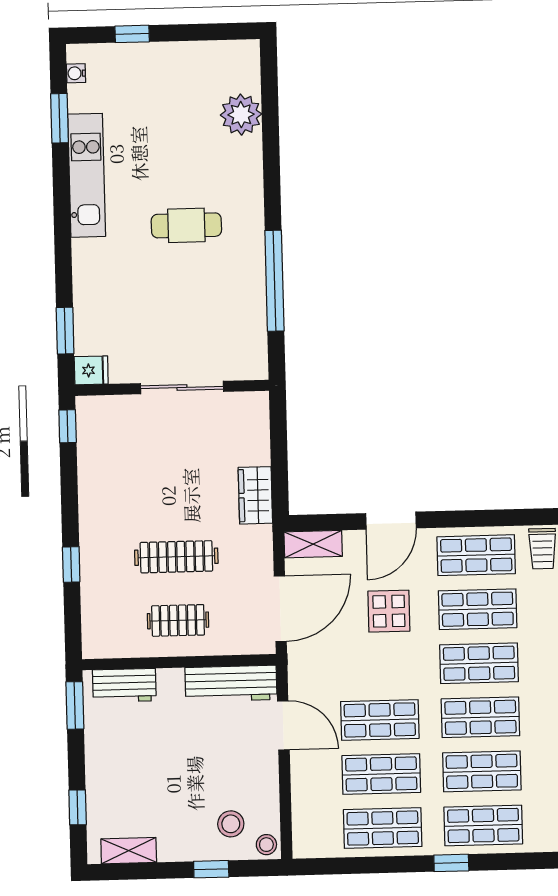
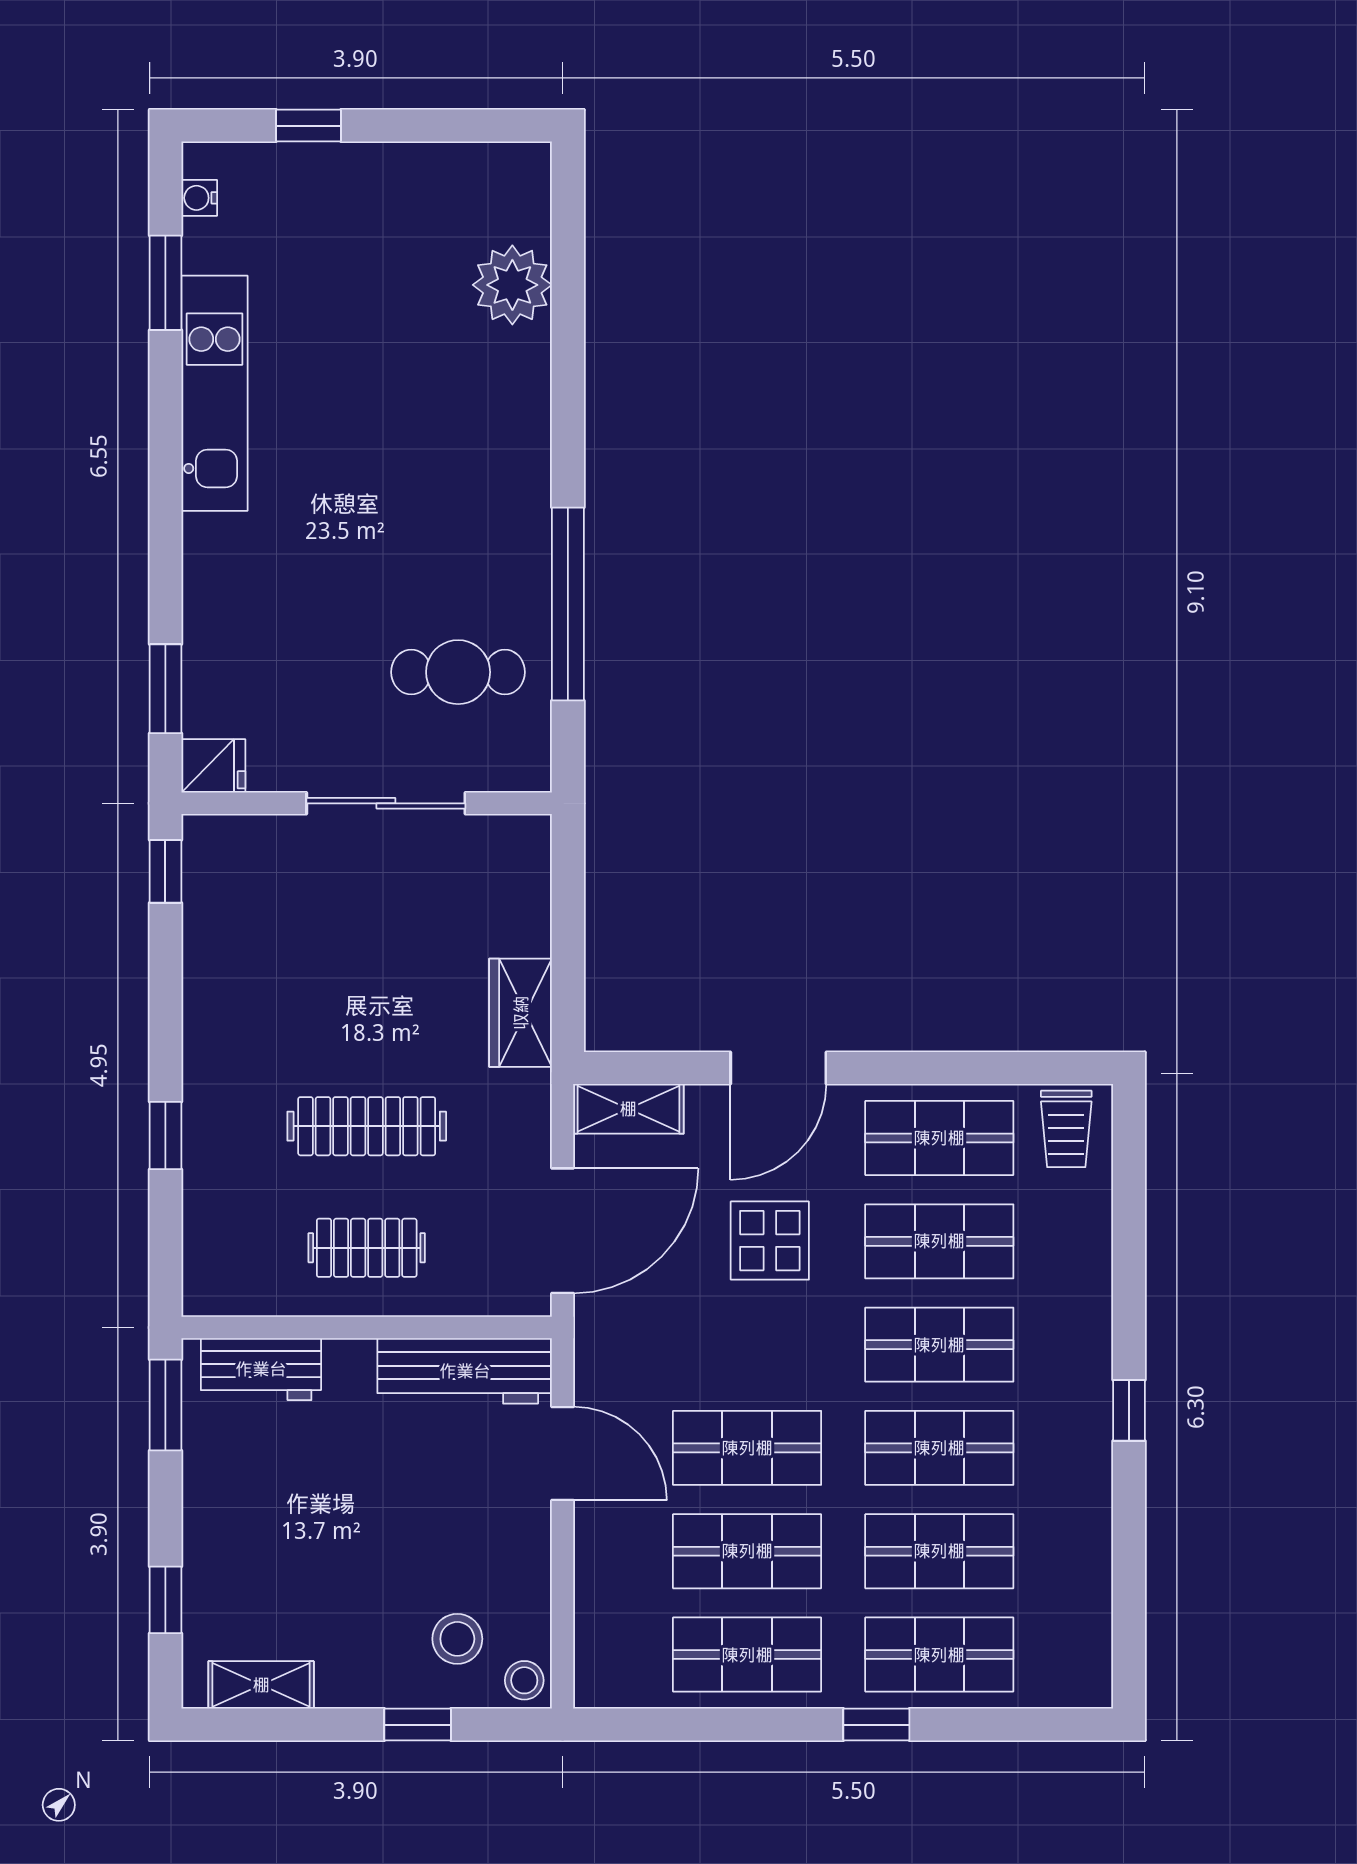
cafe table: (186, 225) -> (458, 672), moved

